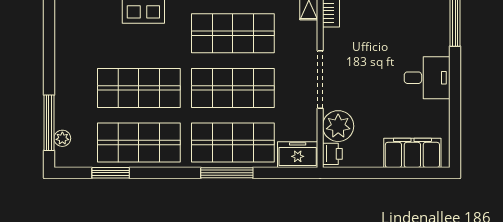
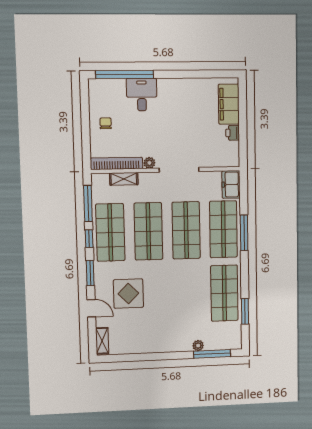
desk: (427, 78) -> (142, 95), moved
shop shelf: (139, 88) -> (187, 294), removed
plant: (338, 126) -> (149, 163), moved, width x0.53, depth x0.53
plant: (62, 138) -> (198, 346), moved
printer: (332, 154) -> (233, 133), moved, turned -90

